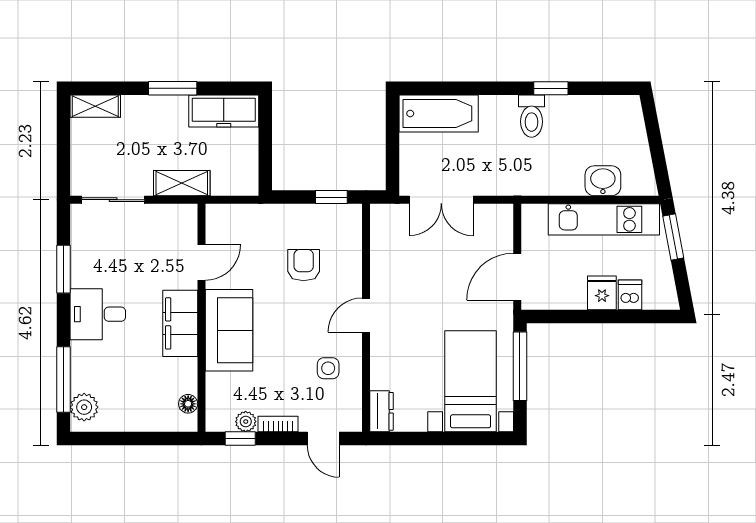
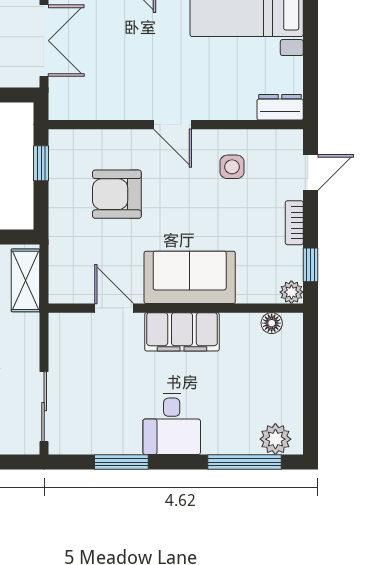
shelving: (182, 183) -> (25, 280), moved
armchair: (304, 265) -> (117, 194), width x1.38, depth x1.38
plant: (246, 422) -> (291, 292), moved

